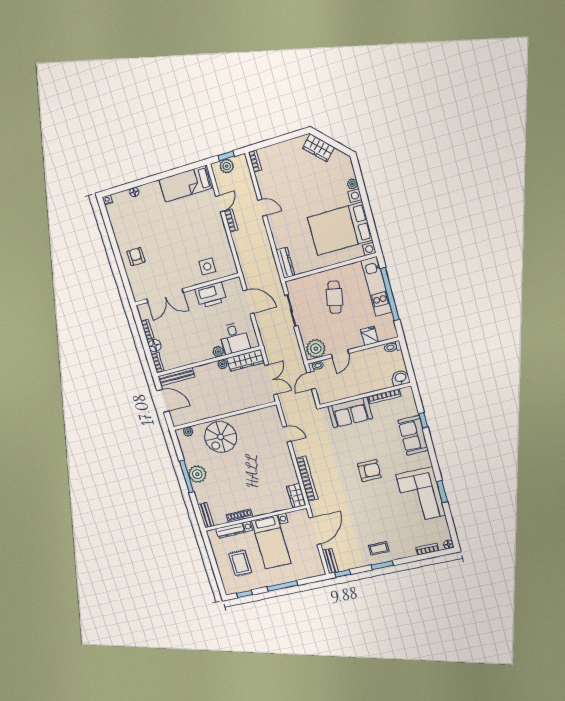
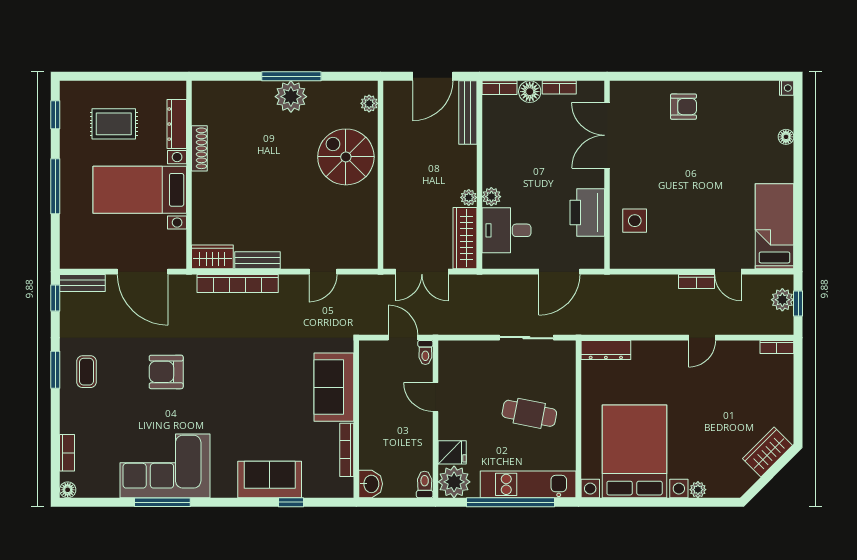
plant: (316, 349) -> (454, 482), moved
armchair: (369, 471) -> (166, 372), moved, turned 89
window: (442, 492) -> (162, 502), width x1.44
bench: (206, 515) -> (257, 260), moved

